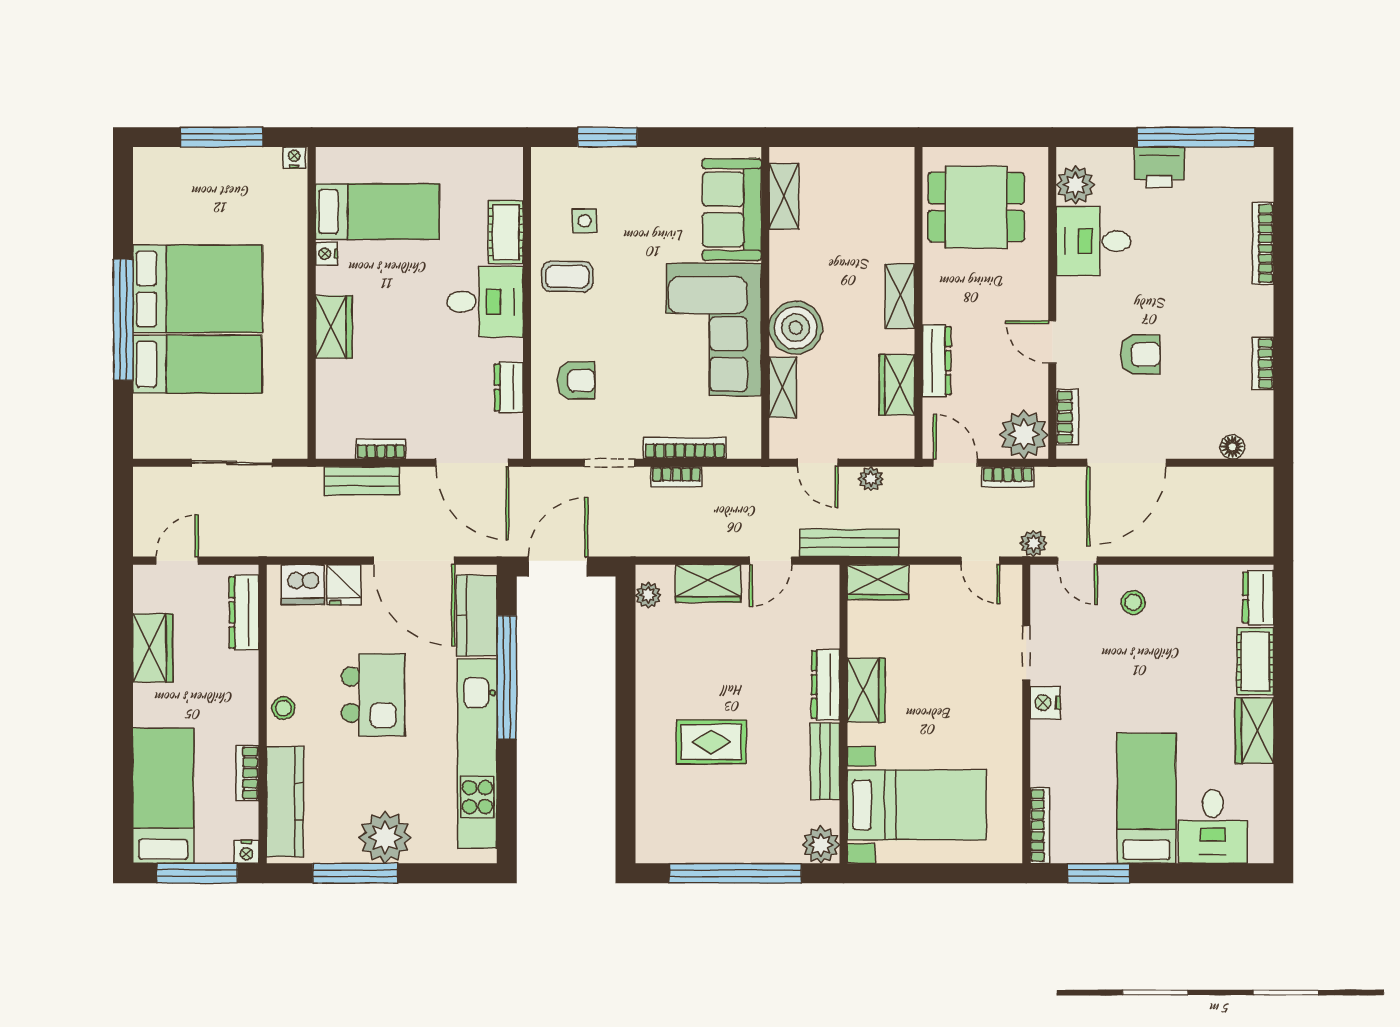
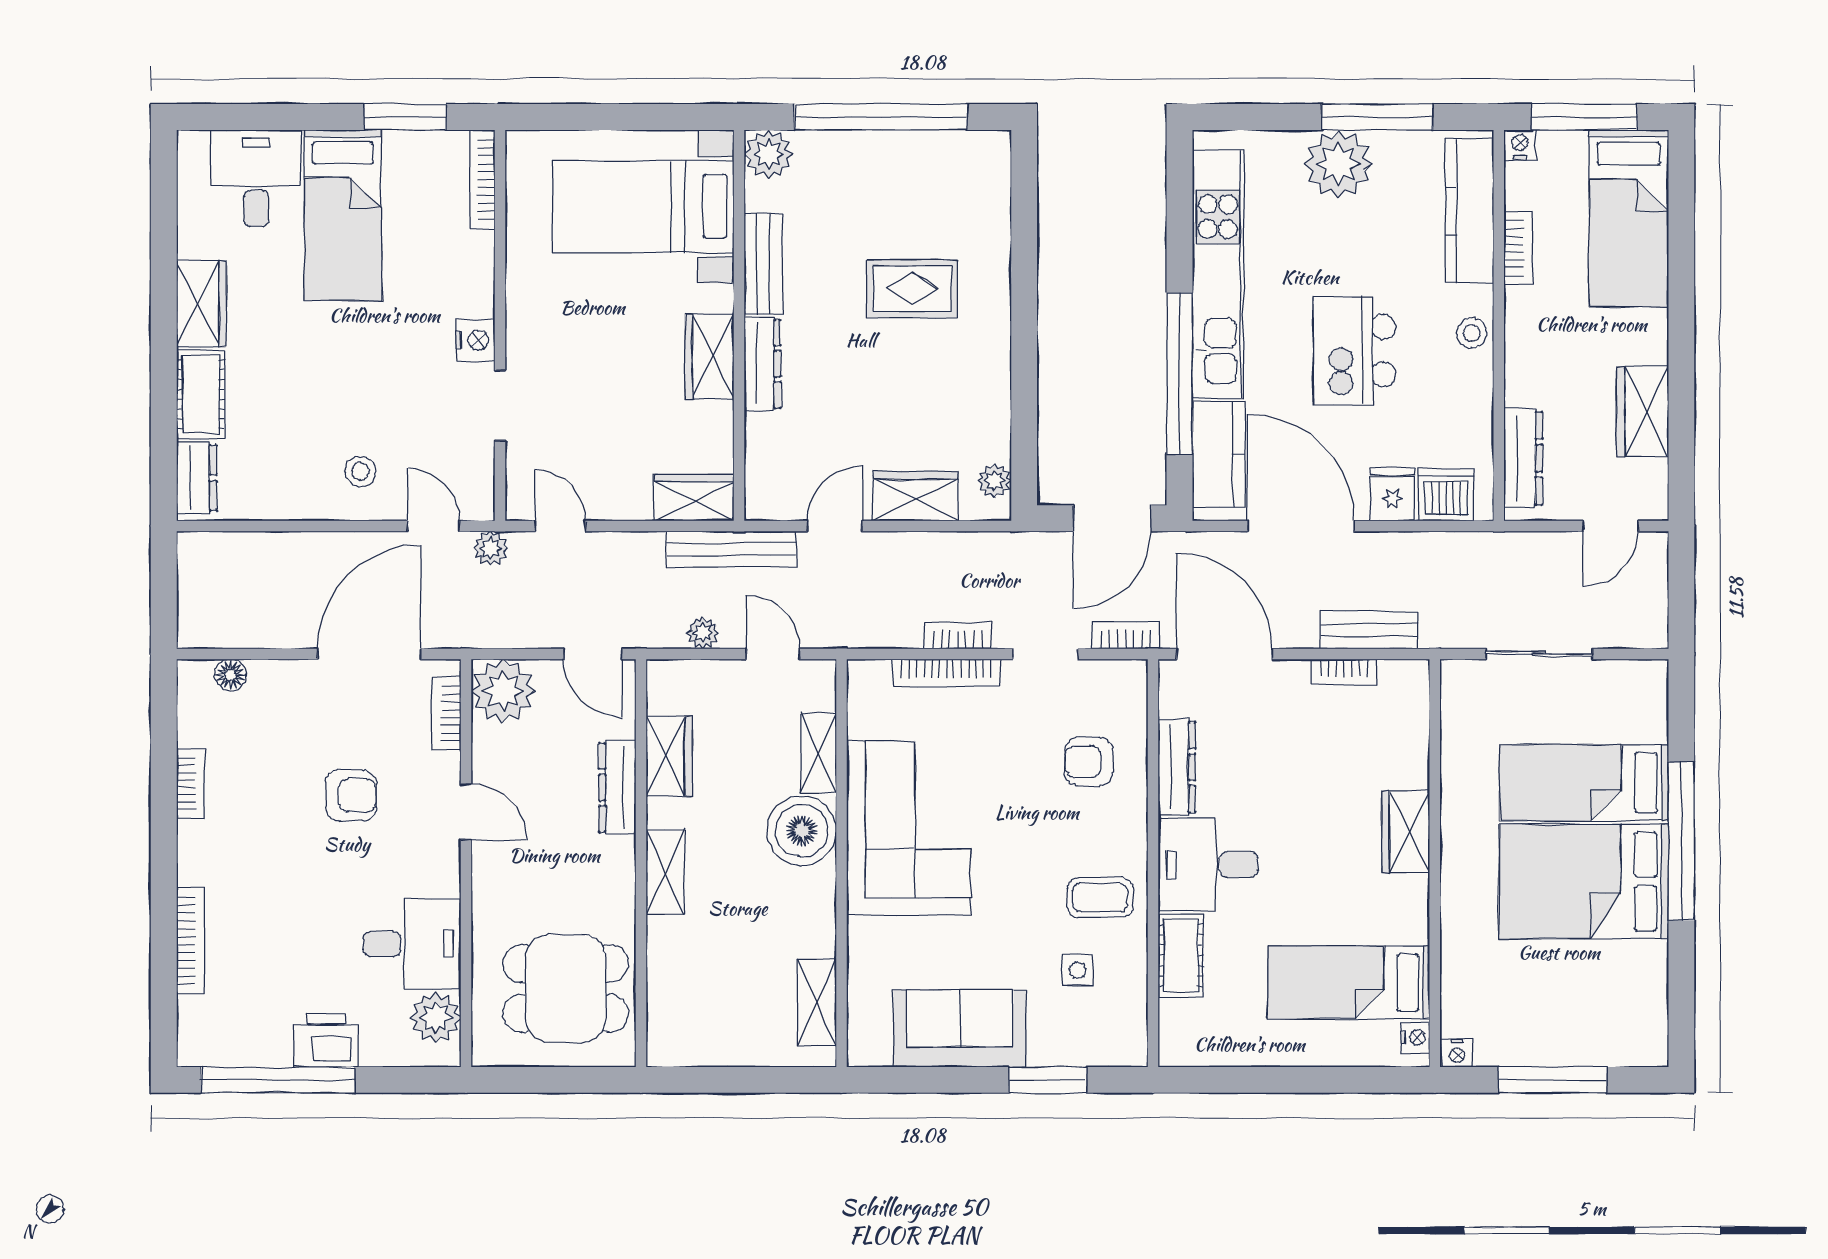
sofa: (732, 210) -> (960, 1029), moved, turned -90
nightstand: (327, 254) -> (1415, 1038), moved
armchair: (1140, 354) -> (351, 796), turned 180
dresser: (509, 387) -> (1177, 767), width x1.44
bookcase: (1008, 477) -> (1126, 635), moved

